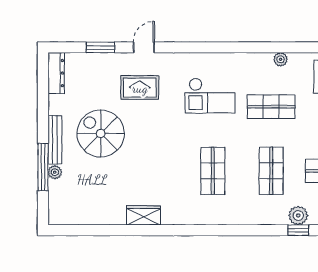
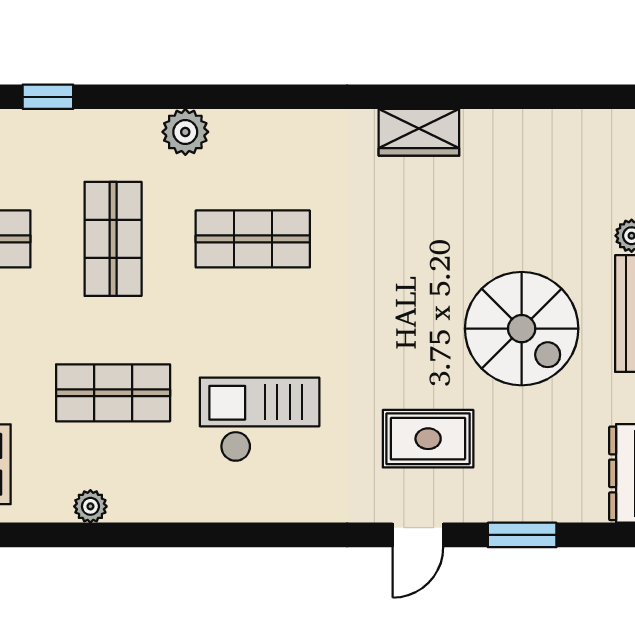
shop shelf: (213, 171) -> (253, 239), turned 90
plant: (298, 215) -> (185, 132), moved

